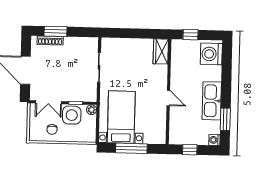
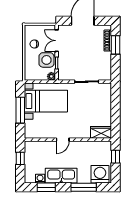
window: (226, 74) -> (84, 187), added
washing machine: (214, 140) -> (40, 179), moved

